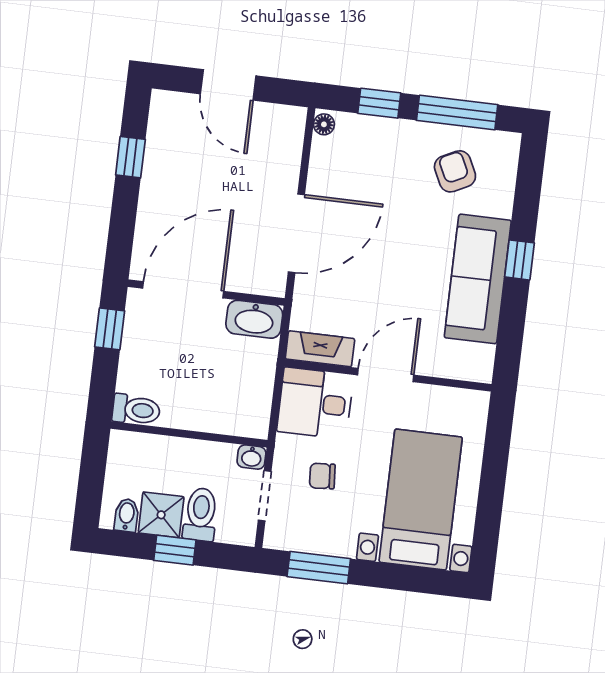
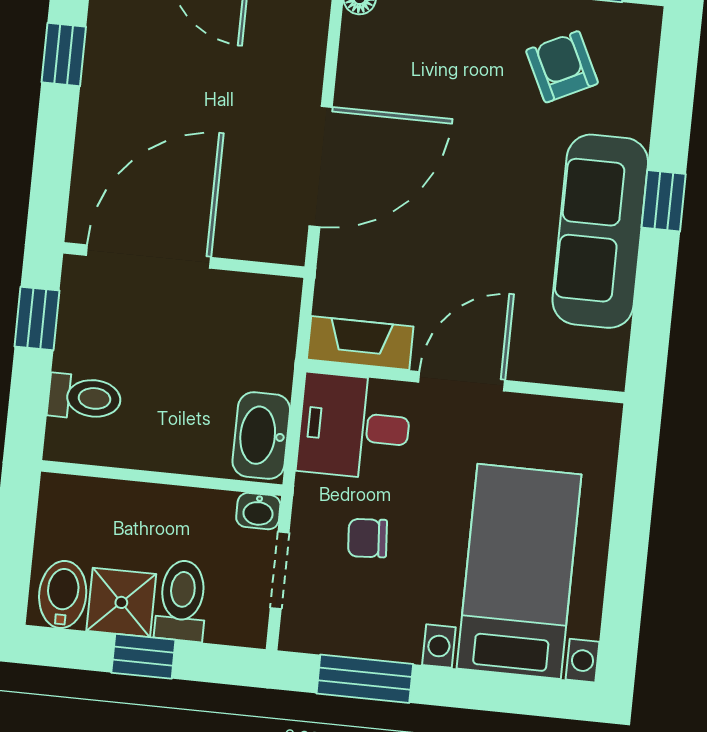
washbasin: (254, 319) -> (261, 436), moved, turned 90
toilet: (136, 410) -> (85, 397), moved
bidet: (126, 515) -> (63, 594), width x1.38, depth x1.36

